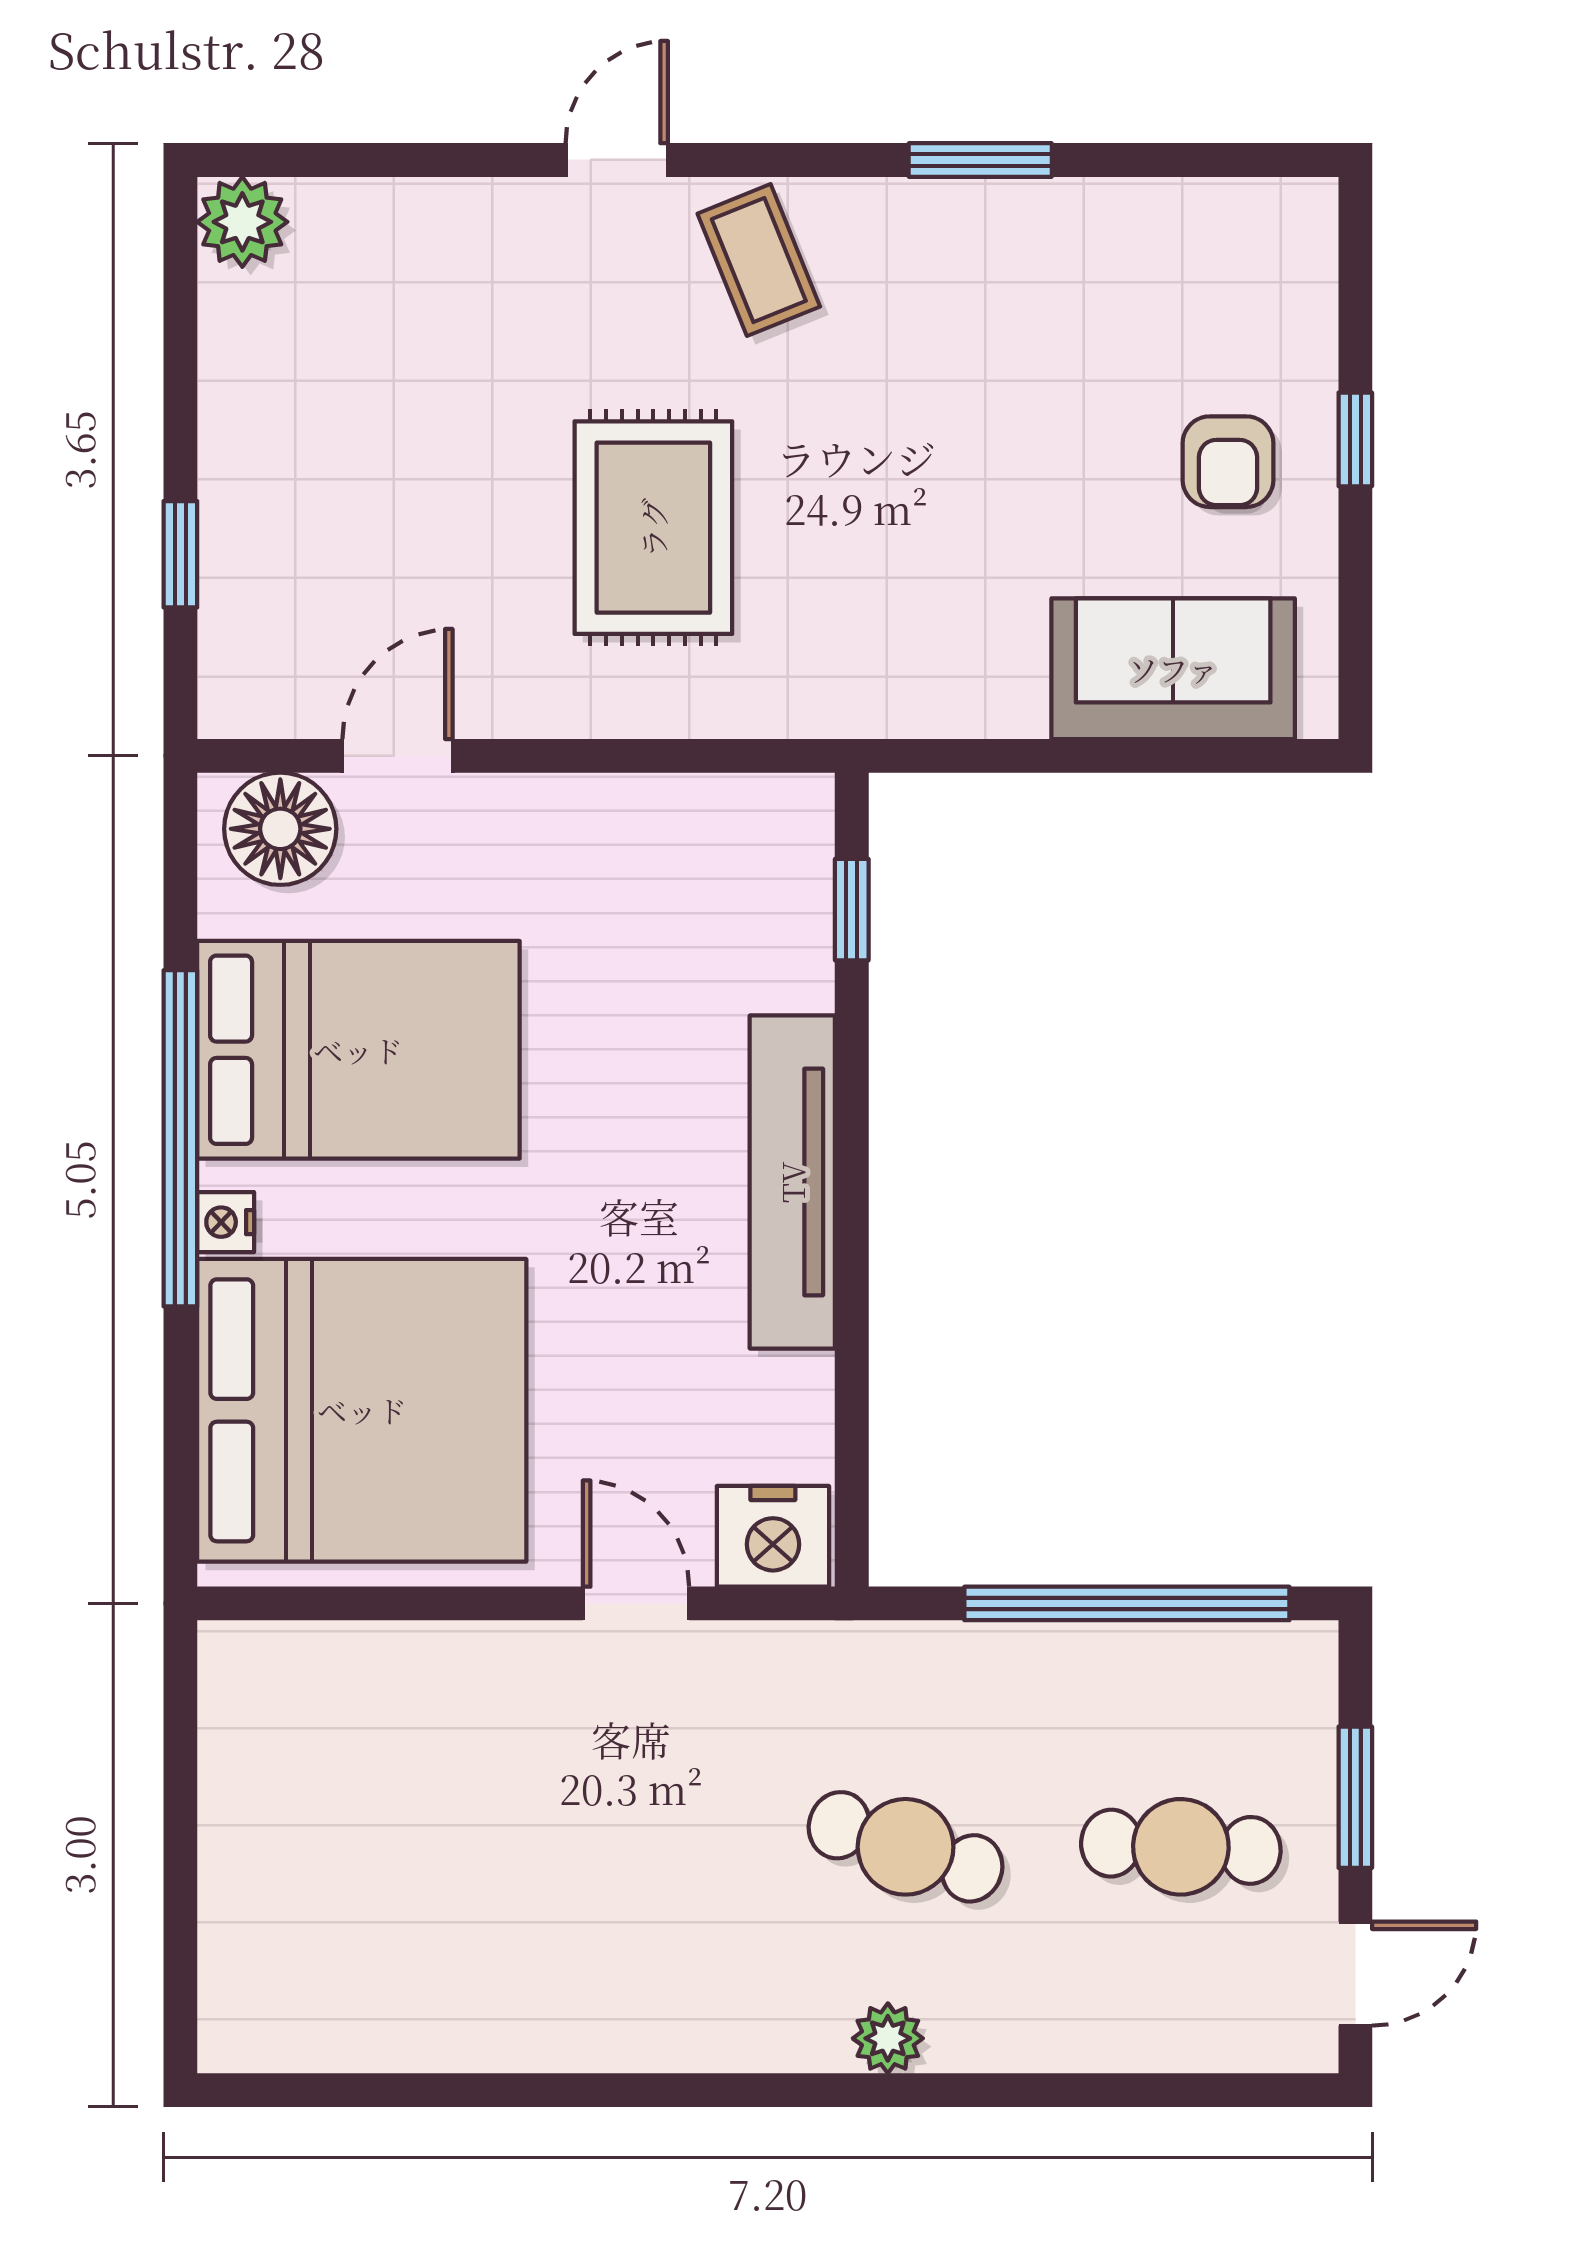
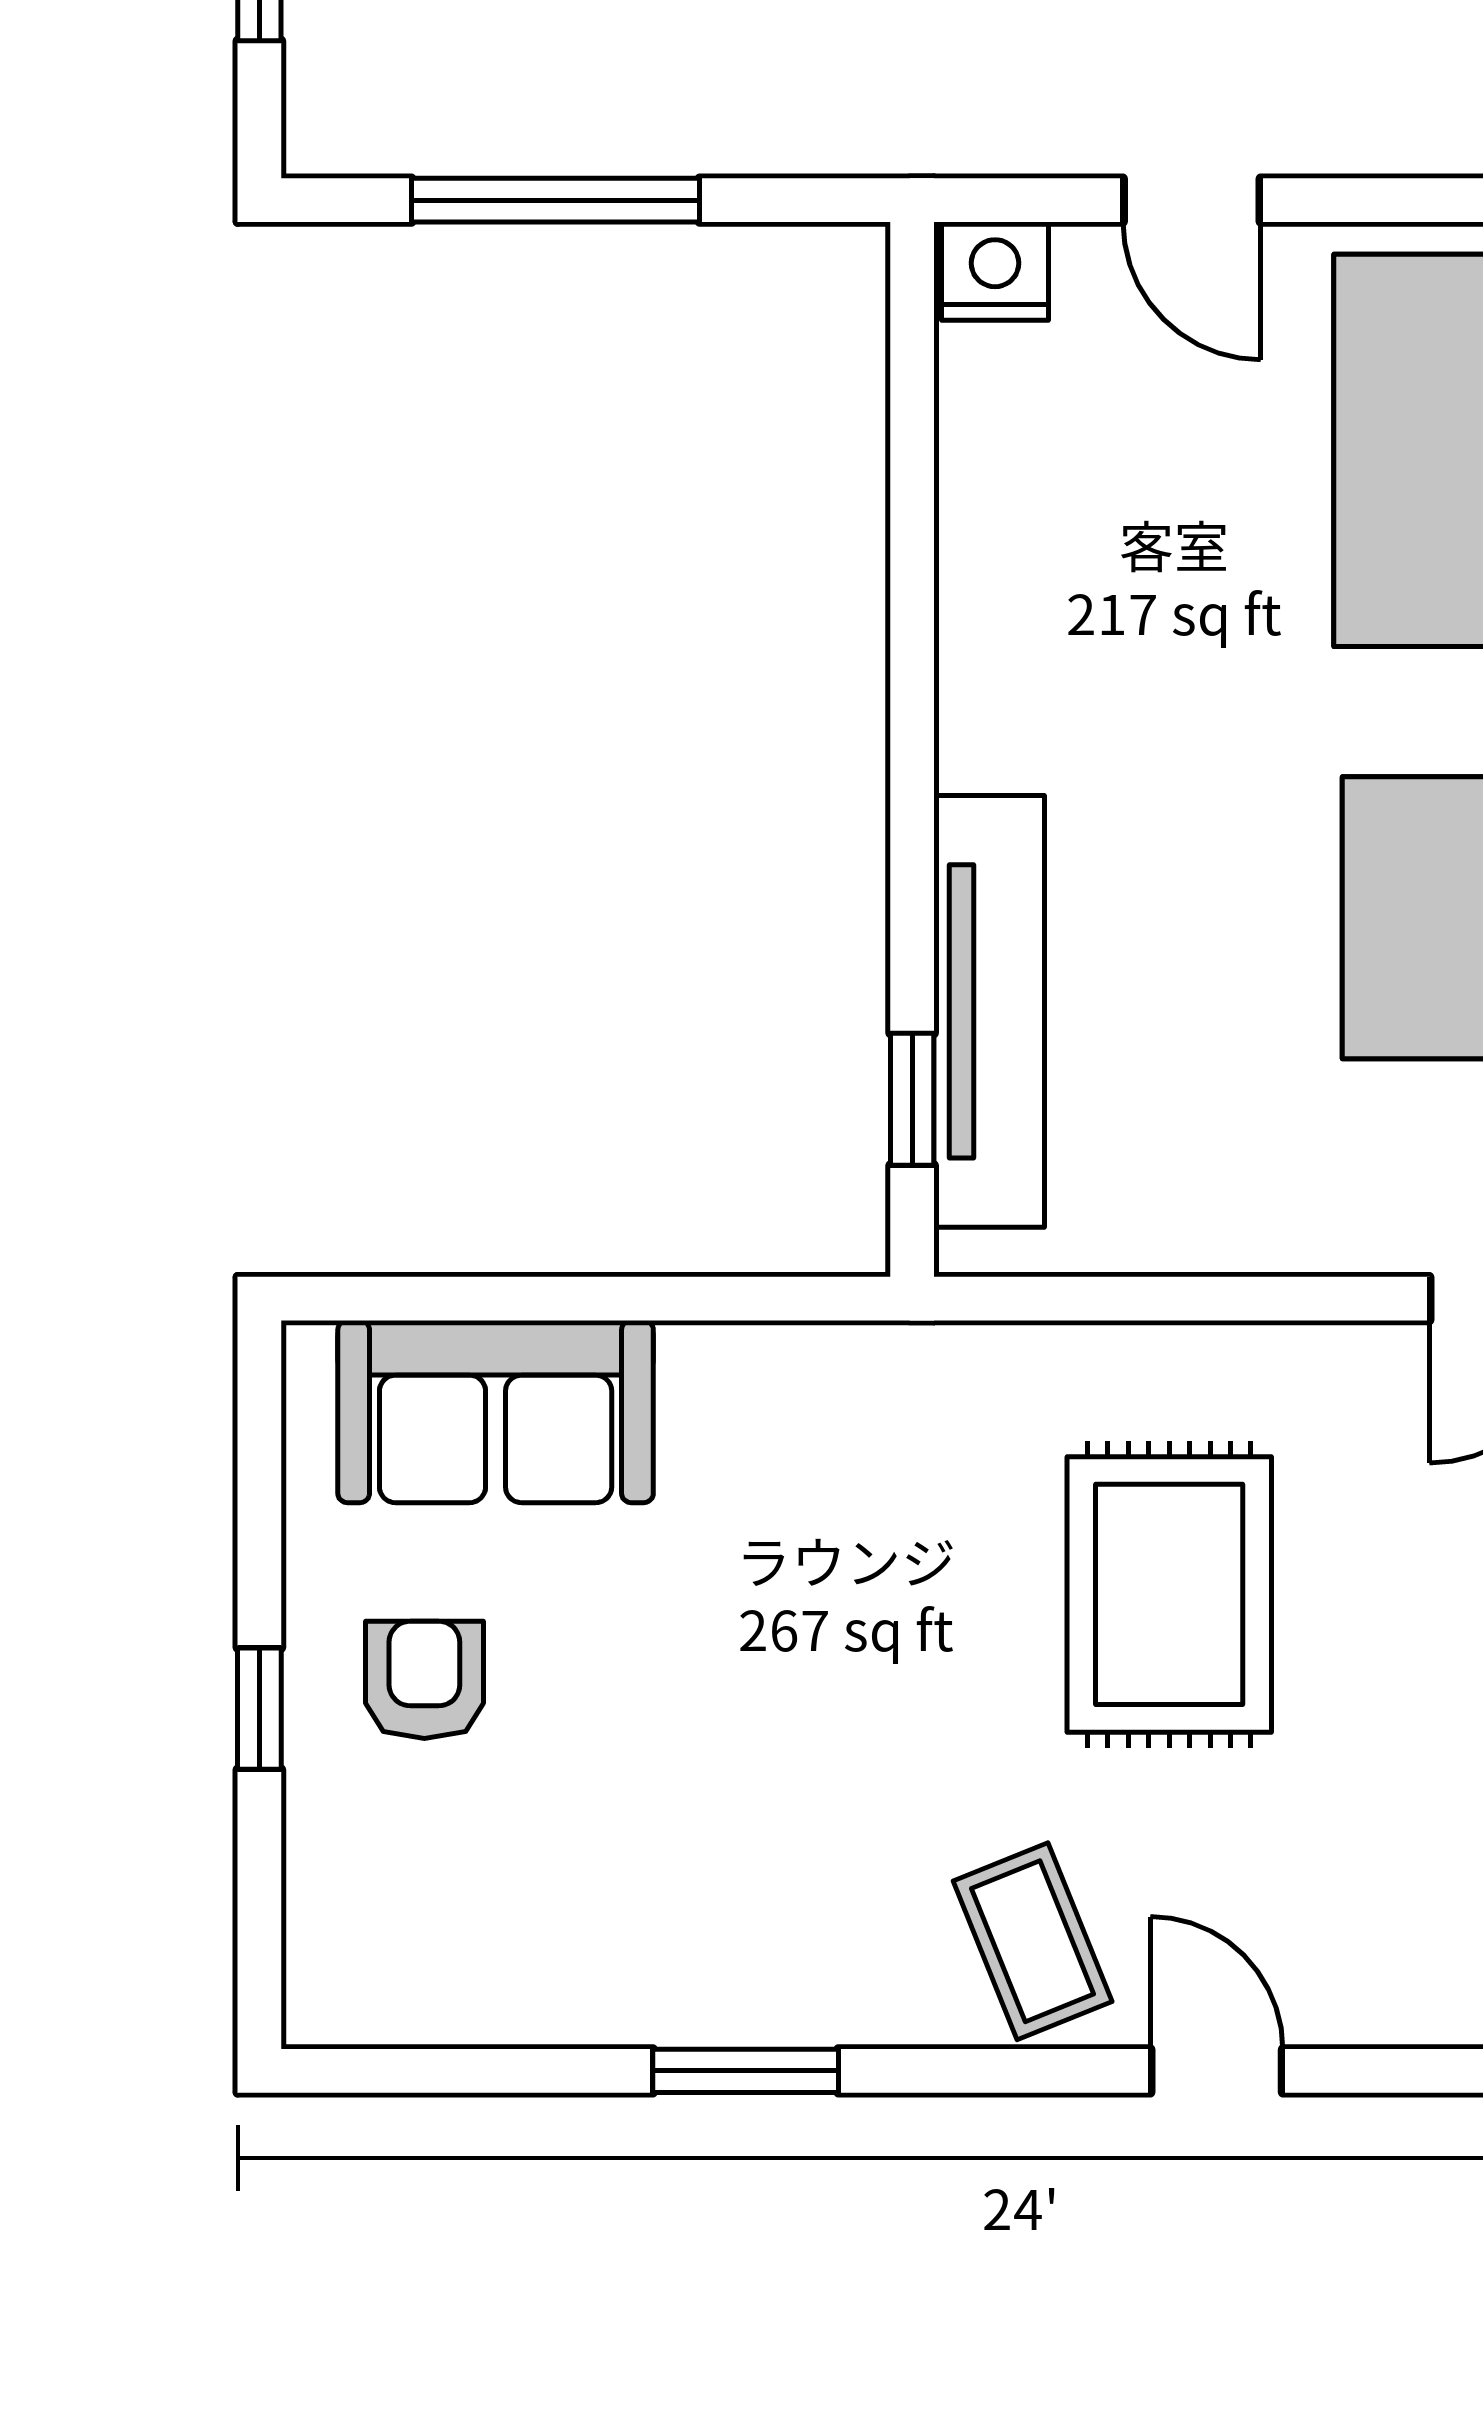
door: (617, 160) -> (1217, 2071), swing flipped
tv unit: (792, 1182) -> (989, 1011), moved
nightstand: (773, 1536) -> (995, 271), width x0.74, depth x0.75
window: (1127, 1603) -> (555, 200), width x0.68

